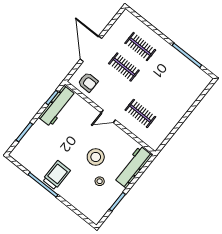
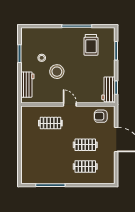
workbench: (57, 106) -> (108, 89), width x0.73
door: (108, 116) -> (70, 105), hinge flipped
workbench: (133, 167) -> (27, 85), width x0.73
trolley: (56, 175) -> (91, 45), moved

